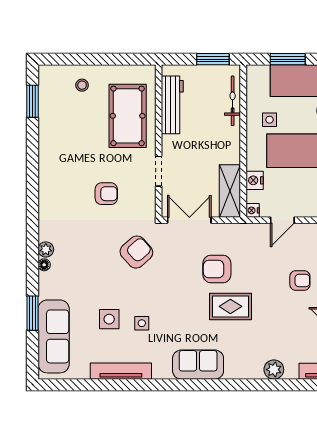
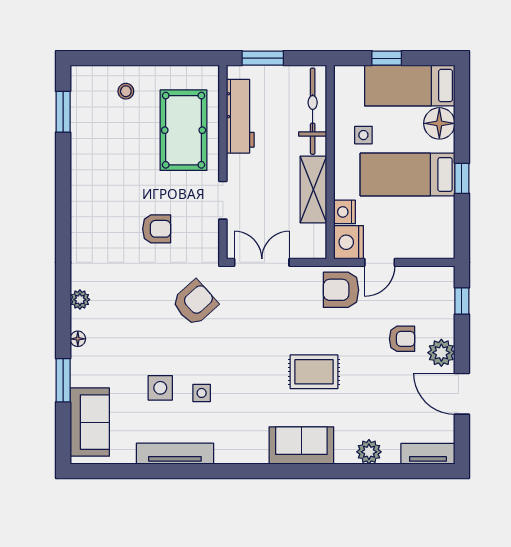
window: (213, 59) -> (263, 58), moved
window: (288, 59) -> (387, 58), width x0.67
bicycle: (233, 101) -> (313, 111), width x1.37, depth x1.40
shelving: (230, 191) -> (313, 189), moved
nightstand: (253, 210) -> (349, 242), width x1.89, depth x1.79
floor lamp: (44, 265) -> (78, 339), moved
armchair: (217, 269) -> (341, 290), moved
sofa: (54, 336) -> (90, 422), width x0.73
sofa: (198, 365) -> (301, 445), moved

